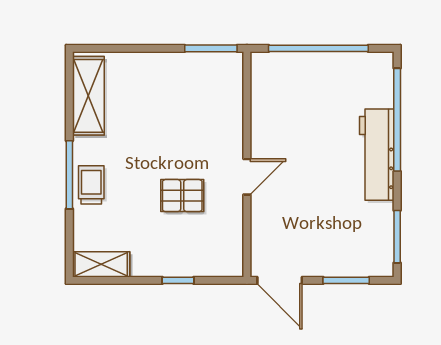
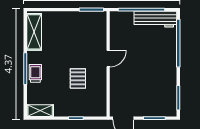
workbench: (377, 155) -> (155, 19), moved, turned -90
door: (247, 177) -> (108, 59), moved
pallet: (182, 196) -> (78, 78), turned 90

